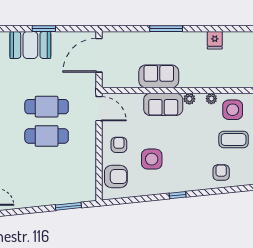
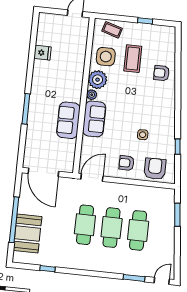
window: (44, 29) -> (14, 220), width x2.11
fridge: (215, 40) -> (43, 53), moved
plant: (211, 99) -> (98, 80), width x1.88, depth x1.88
side table: (152, 159) -> (143, 135), width x0.54, depth x0.54
cafe table: (47, 165) -> (138, 230), added
window: (178, 195) -> (178, 147), moved

